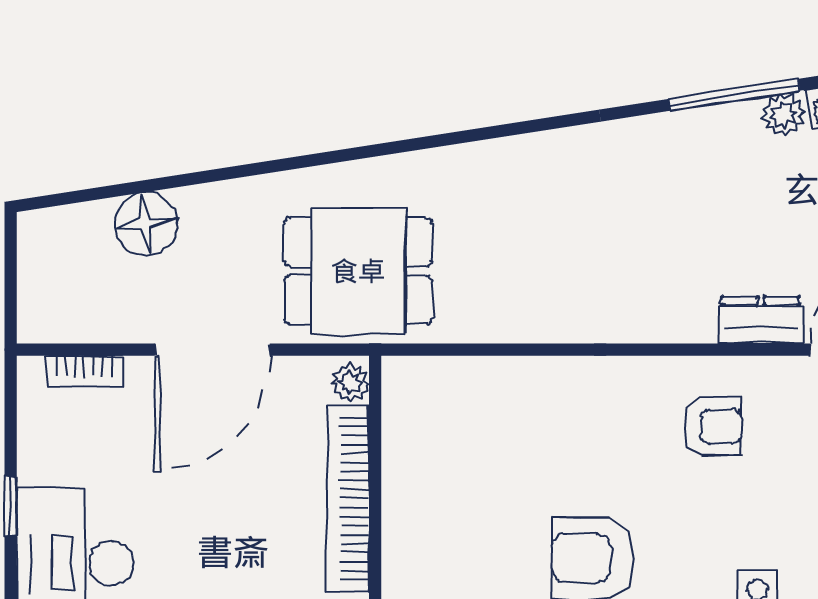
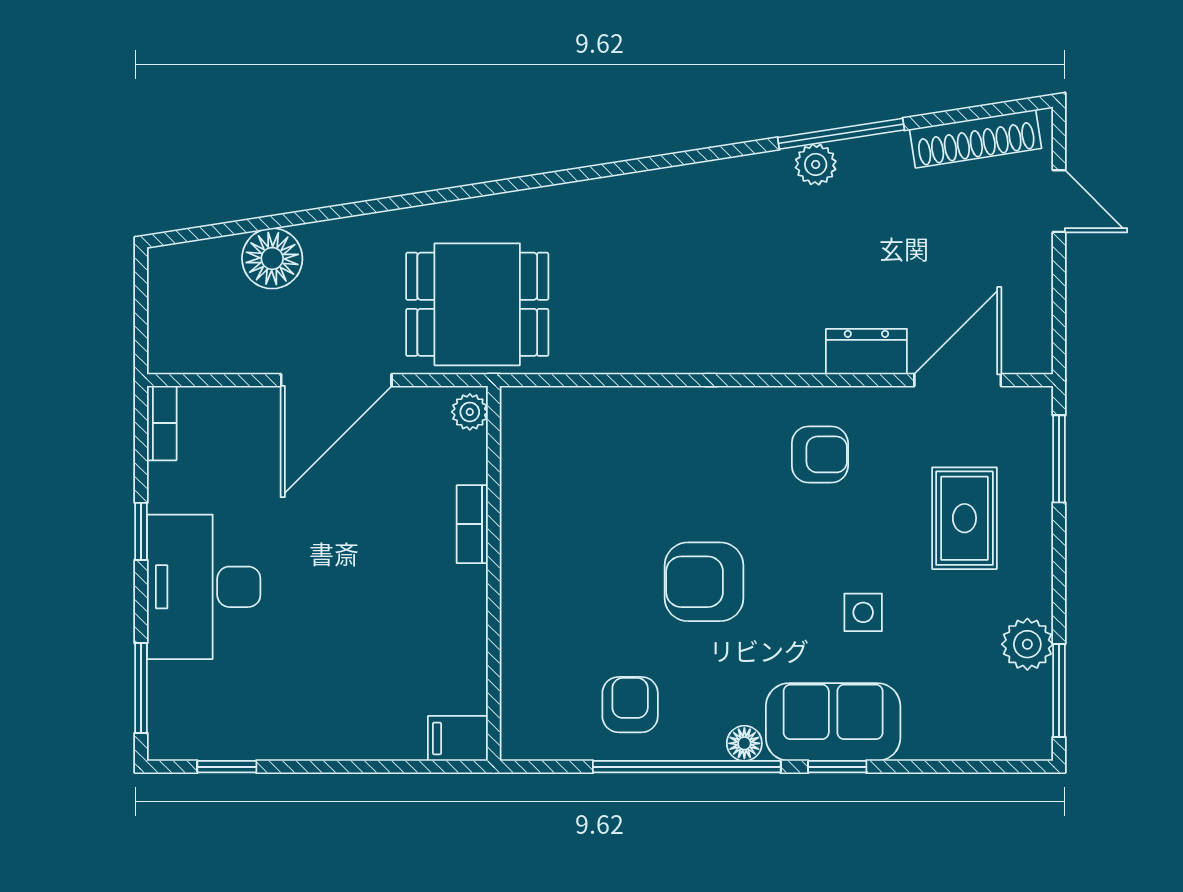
plant: (783, 115) -> (816, 164), moved
bookcase: (84, 371) -> (162, 423), moved, turned -90
bookcase: (348, 498) -> (472, 524), width x0.43, depth x0.76

